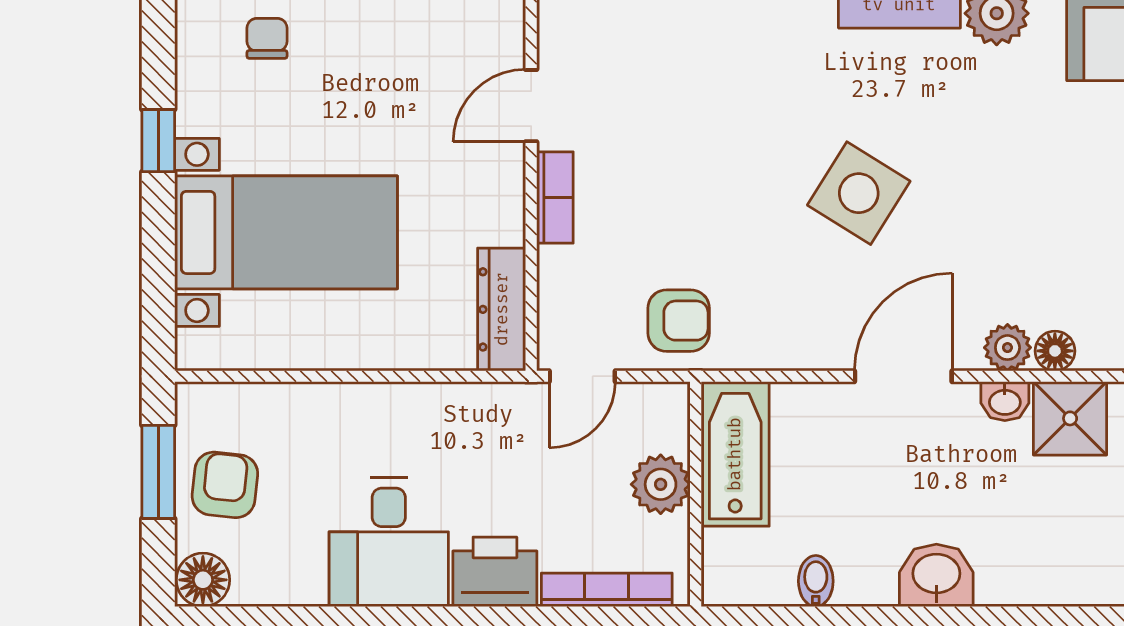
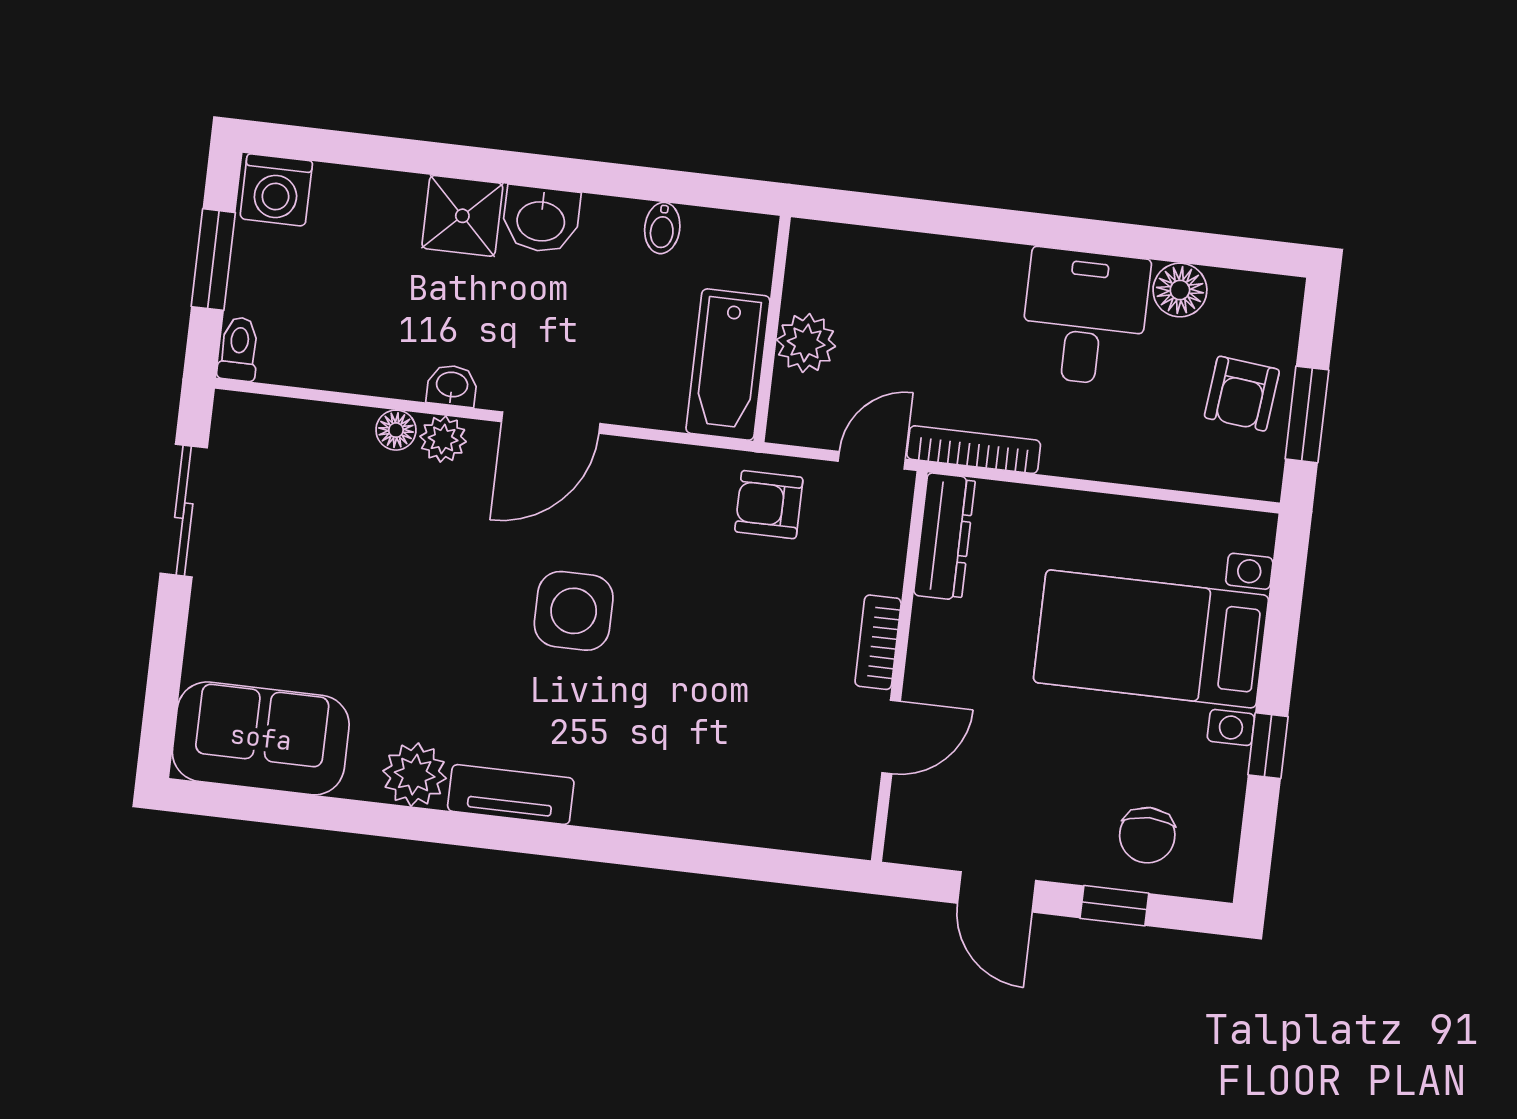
chair: (267, 38) -> (1147, 835), width x1.37, depth x1.37
side table: (859, 193) -> (574, 611), turned -32
shower: (1070, 418) -> (462, 216), moved
printer: (495, 572) -> (982, 275), removed
floor lamp: (203, 580) -> (1180, 290), moved
bookcase: (607, 590) -> (974, 450), moved, turned 180

